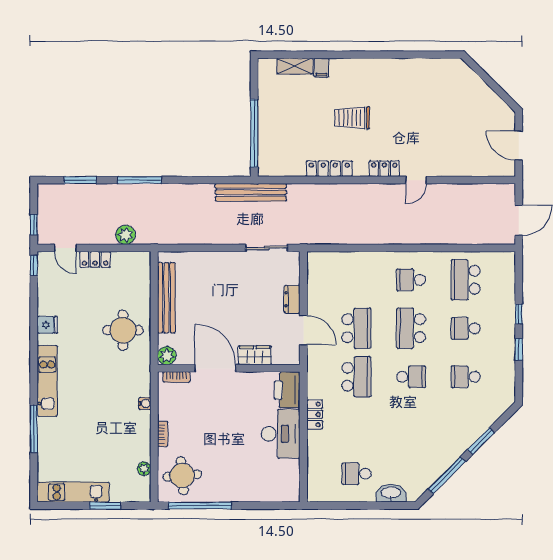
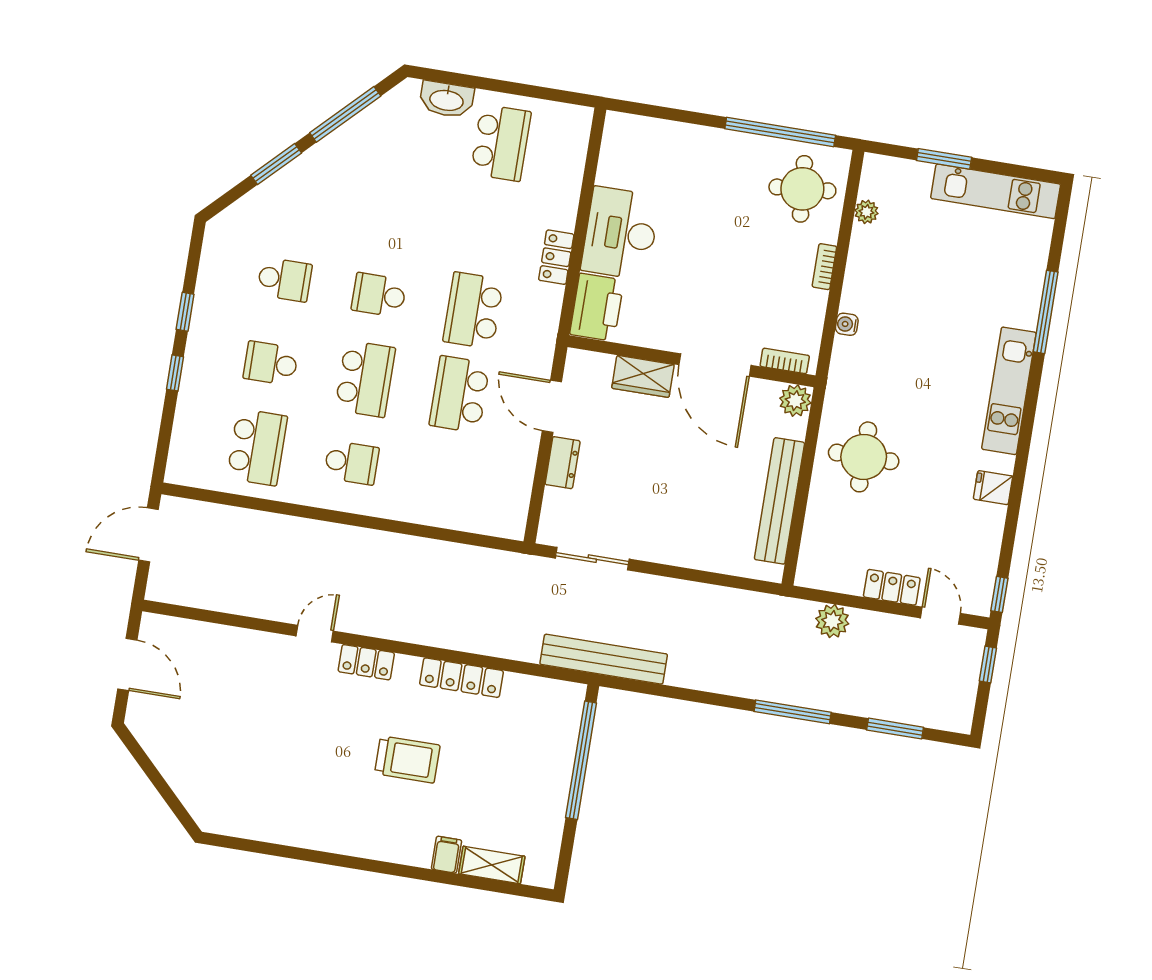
school desk: (466, 328) -> (271, 363), turned 180
school desk: (356, 474) -> (501, 143), width x1.85

